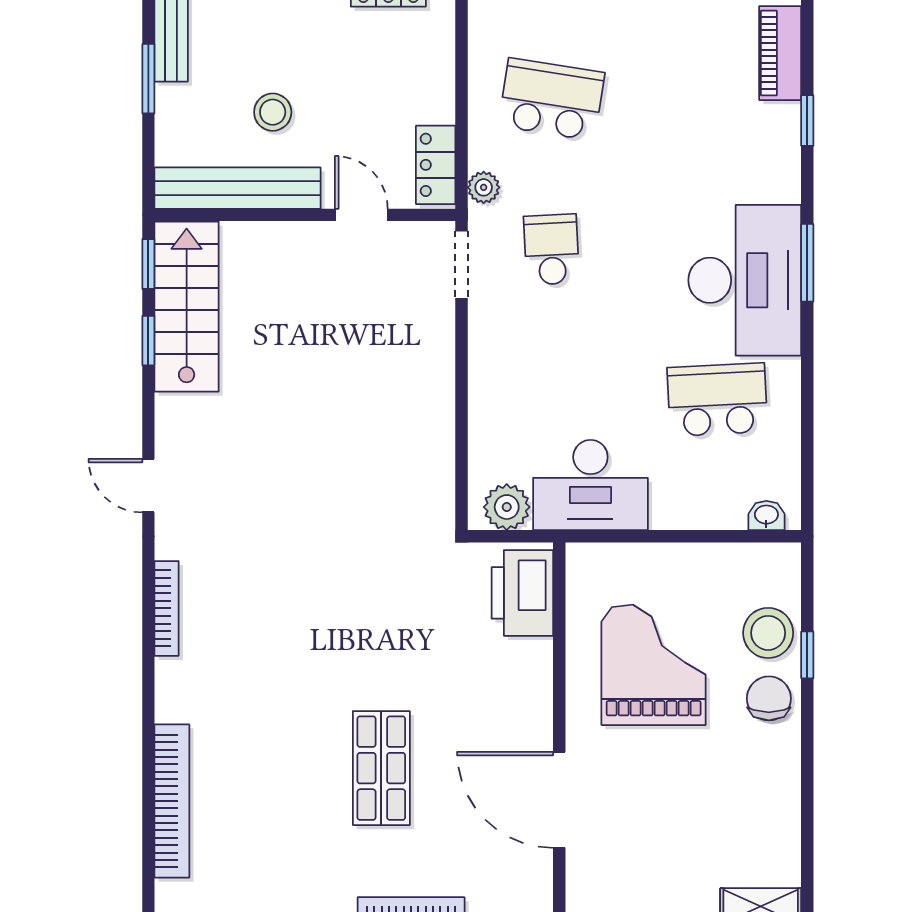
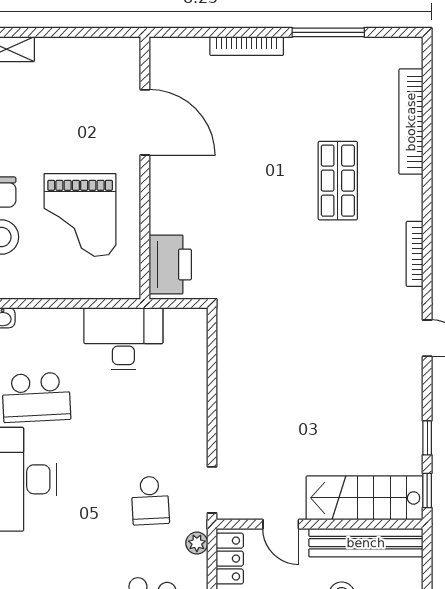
stairs: (187, 307) -> (364, 498), moved, turned 90
plant: (507, 507) -> (181, 323), removed
shop shelf: (381, 768) -> (338, 181), moved

